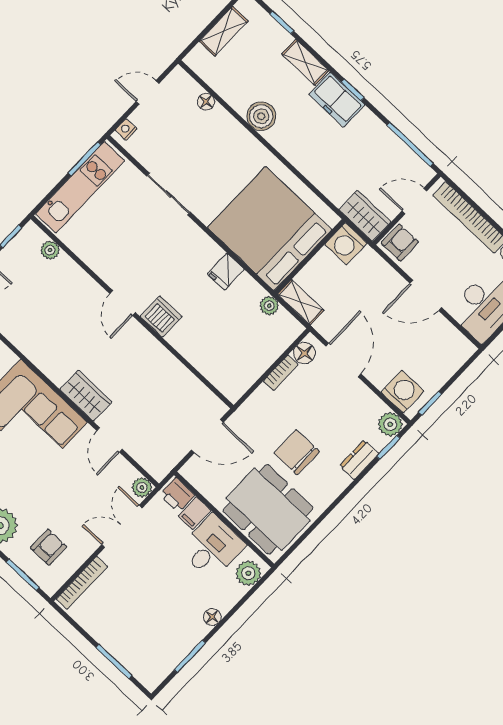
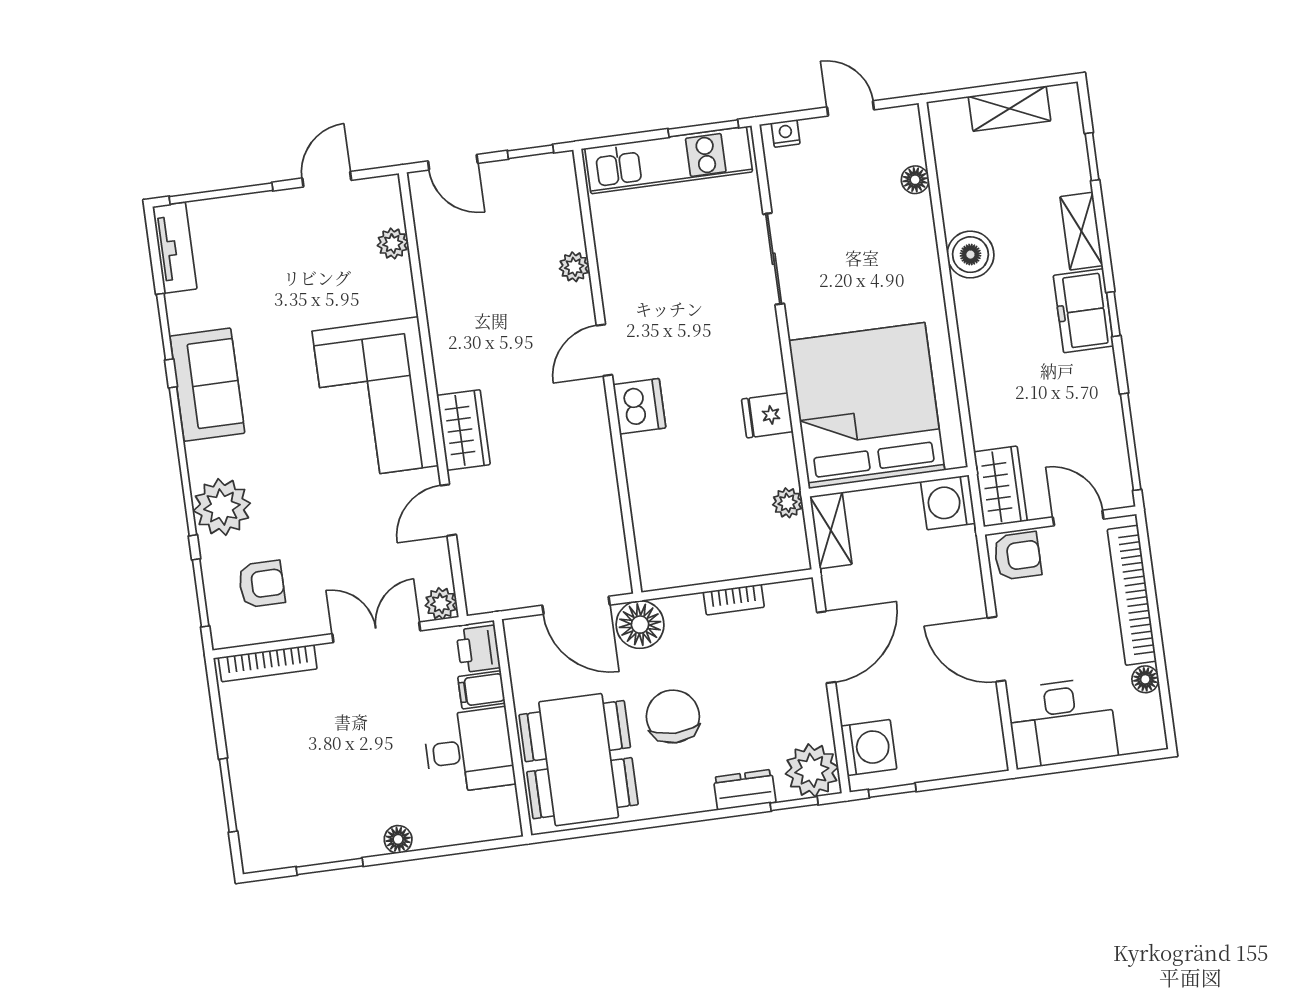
plant: (50, 250) -> (574, 267), moved
floor lamp: (304, 353) -> (640, 625), moved, width x1.38, depth x1.38
plant: (390, 424) -> (812, 770), width x1.36, depth x1.36
plant: (248, 573) -> (488, 821), removed

